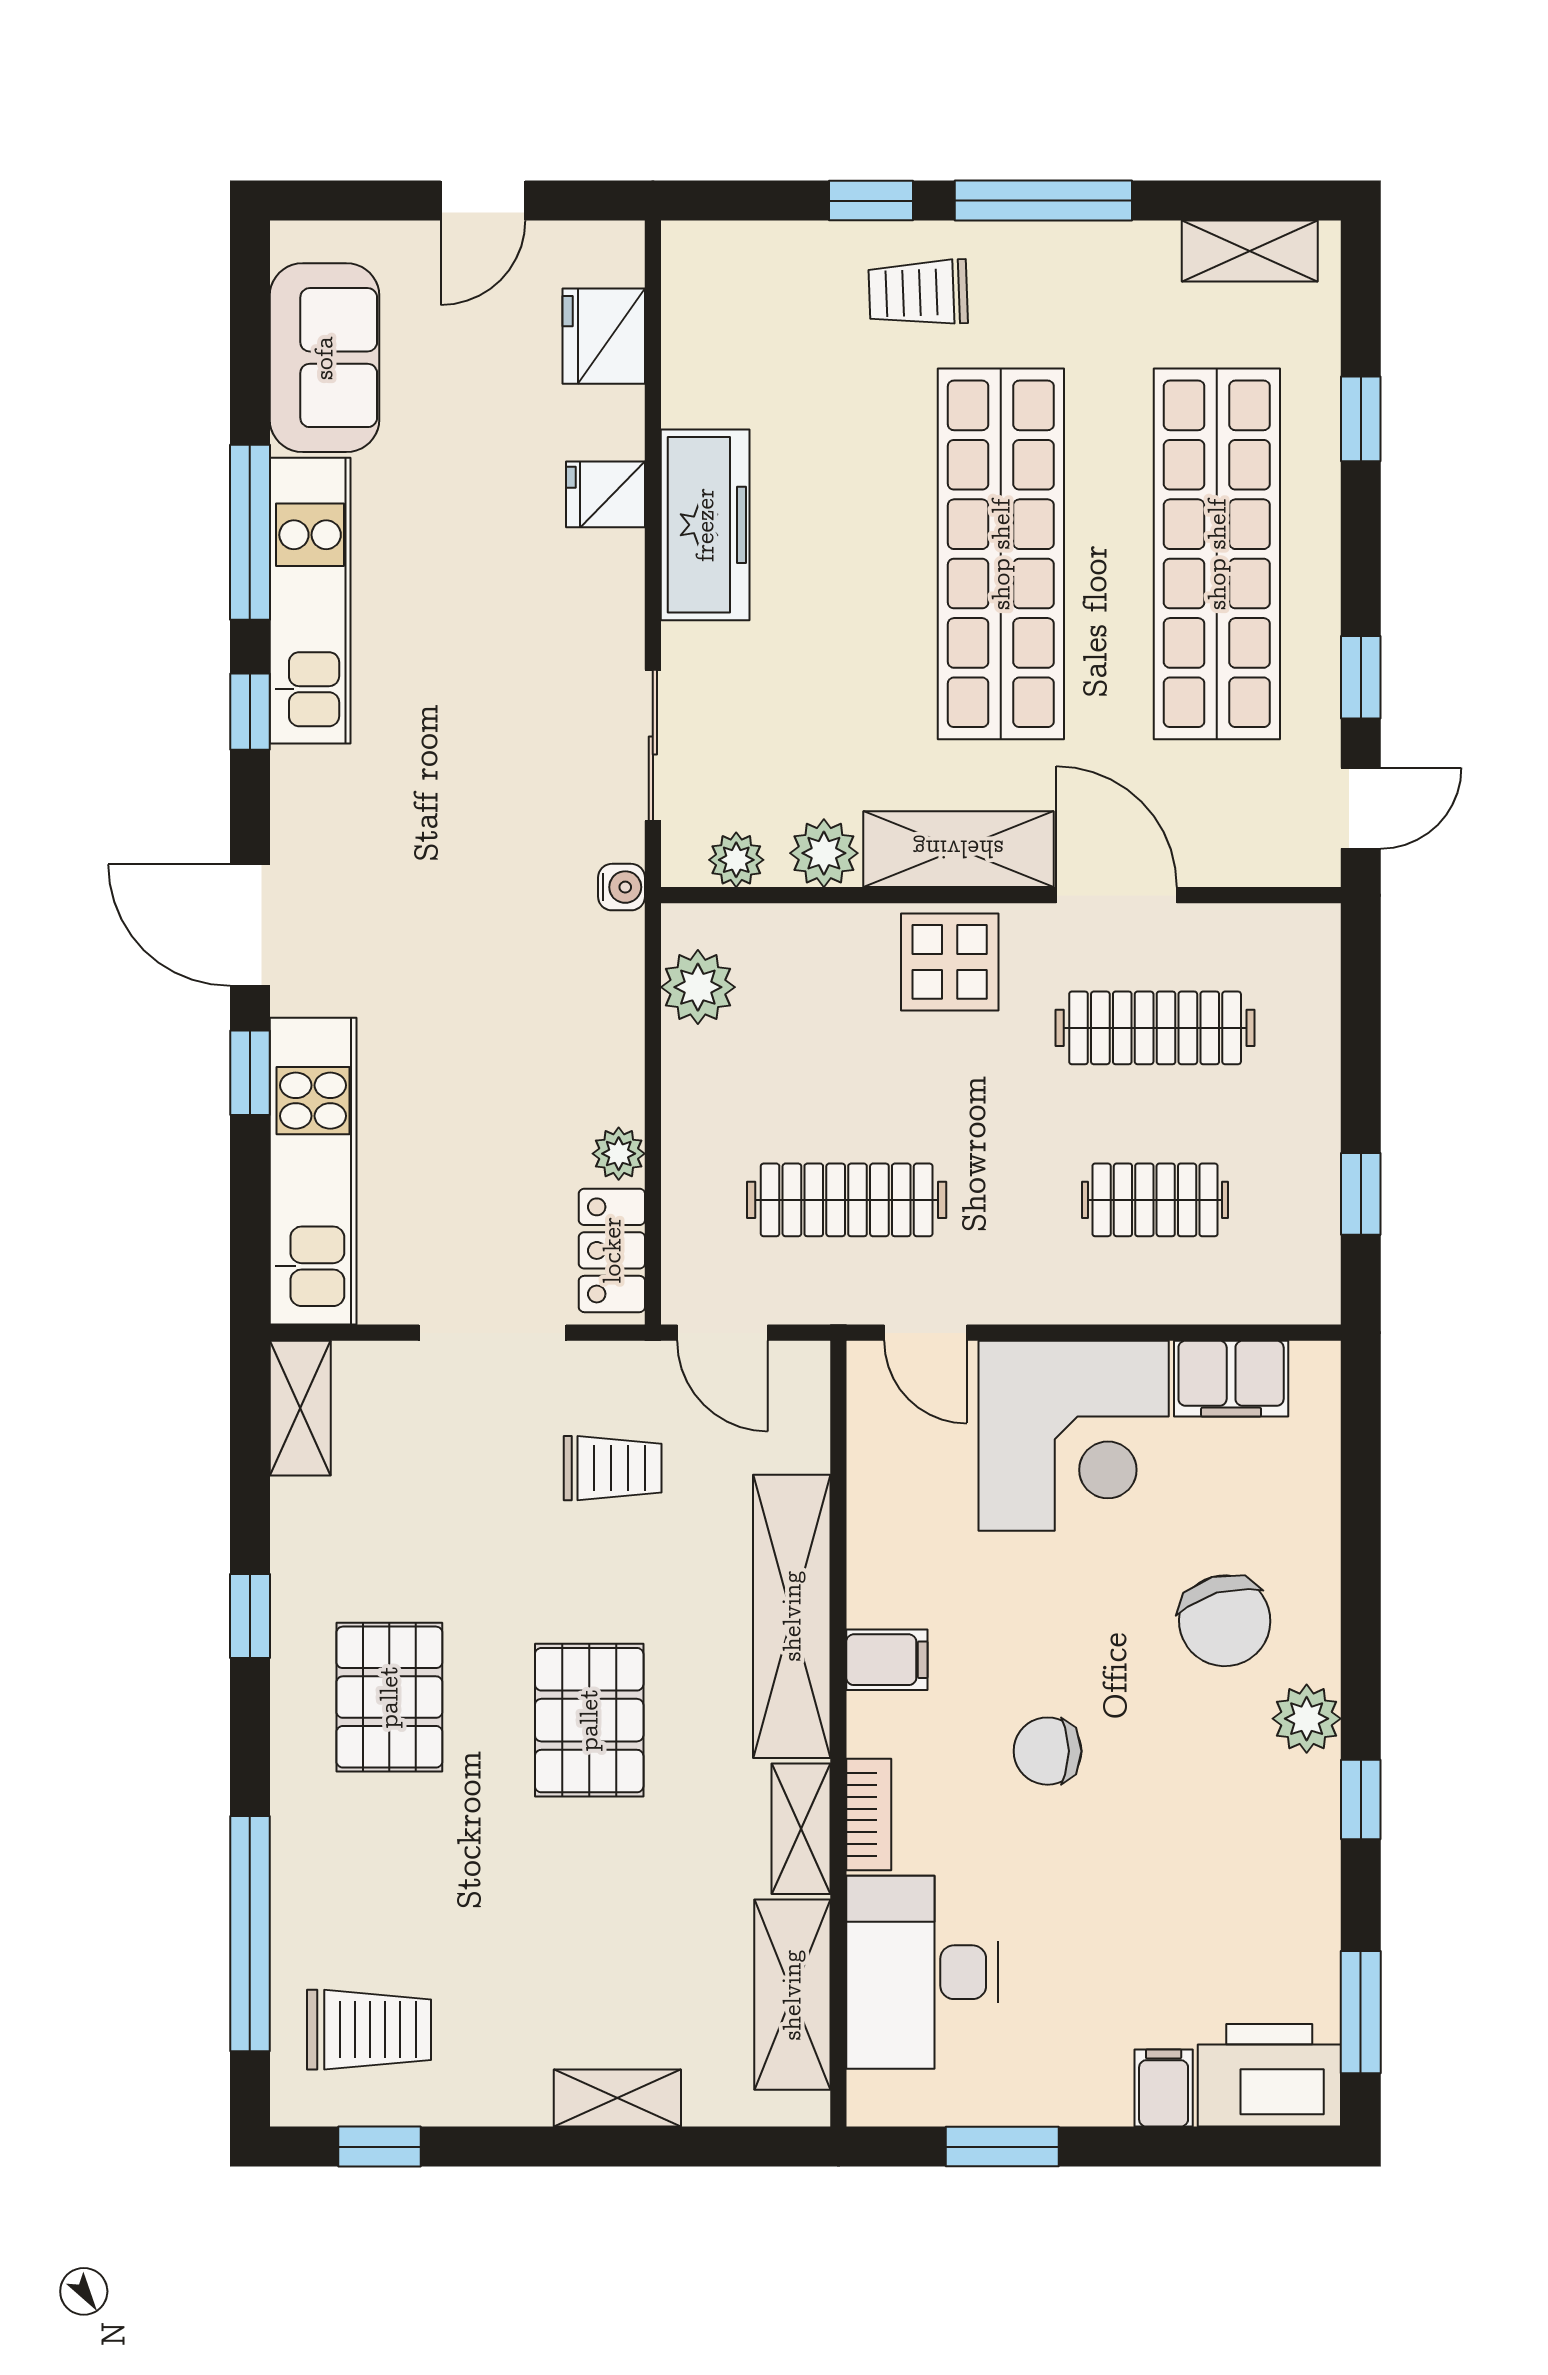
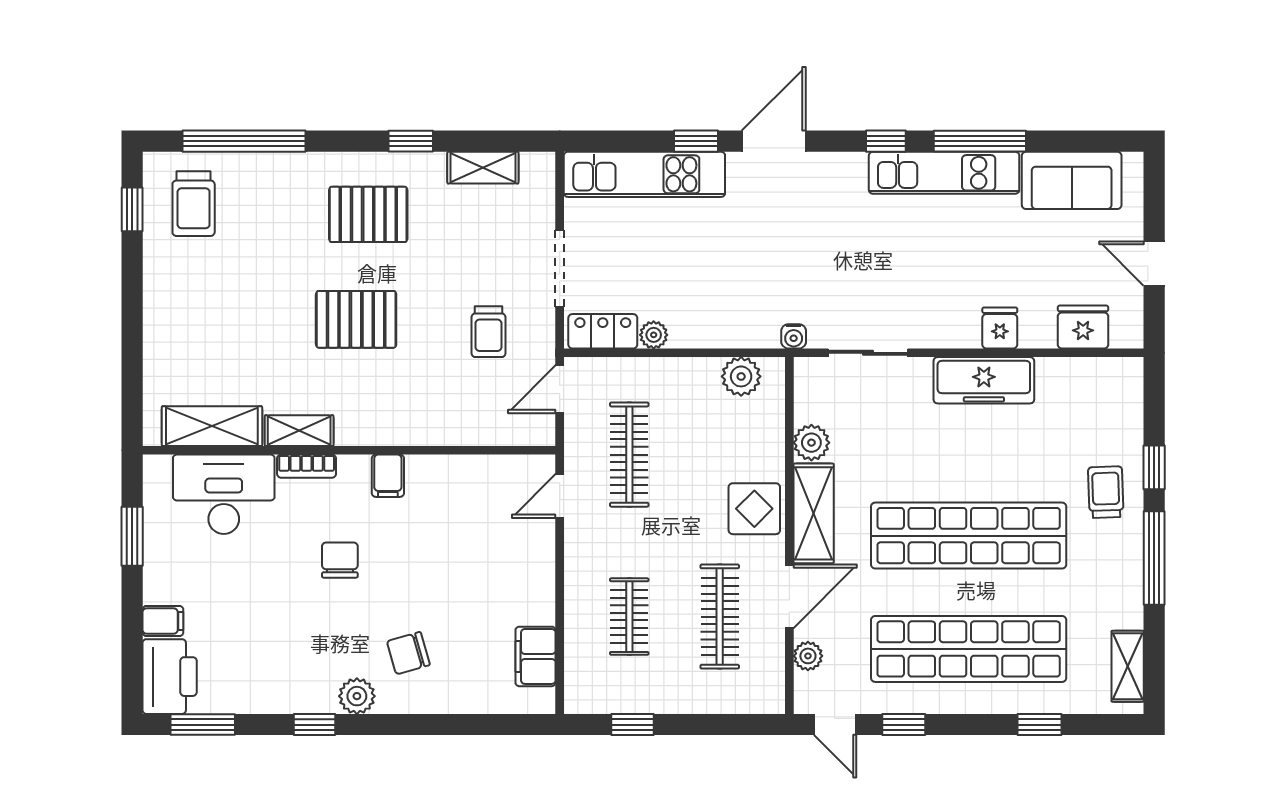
plant: (736, 860) -> (808, 656), moved
shelving: (300, 1408) -> (483, 168), moved
corner desk: (1074, 1436) -> (506, 574), removed
shelving: (792, 1616) -> (411, 426), removed
chair: (1225, 1621) -> (408, 653), width x0.73, depth x0.73
shelving: (617, 2098) -> (158, 334), removed

